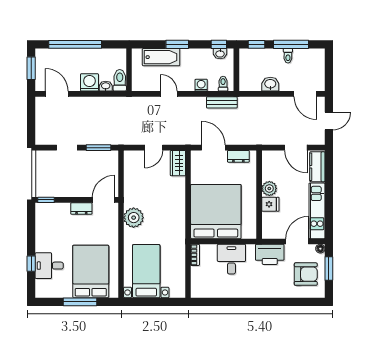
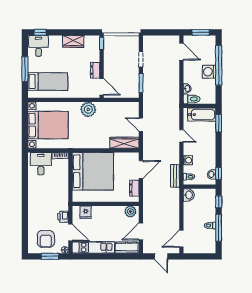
window: (177, 44) -> (219, 123), moved
bathtub: (161, 57) -> (202, 115), moved, turned -90
washing machine: (89, 82) -> (209, 72), moved, turned 180
washbasin: (270, 84) -> (189, 195), moved
door: (57, 94) -> (181, 52), hinge flipped
door: (169, 94) -> (181, 136), hinge flipped
wardrobe: (178, 163) -> (124, 143), width x1.50
plant: (269, 188) -> (130, 211), moved
fridge: (270, 204) -> (86, 212), moved
wardrobe: (43, 238) -> (73, 41), added
printer: (270, 254) -> (63, 217), width x0.53, depth x0.68
desk: (231, 259) -> (41, 164), moved, turned -90
window: (31, 264) -> (40, 32), moved
desk: (49, 266) -> (39, 46), moved
bed: (91, 271) -> (48, 82), width x0.67
bed with nightstands: (146, 271) -> (48, 125), width x1.36

